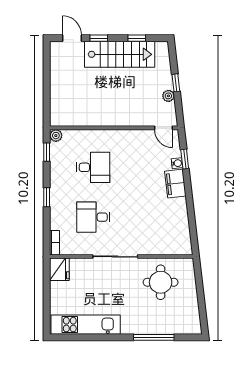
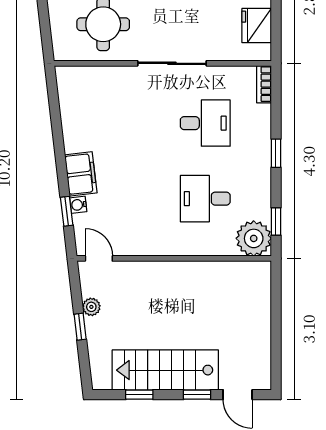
plant: (56, 136) -> (254, 238), width x1.88, depth x1.88
fridge: (59, 269) -> (257, 26), moved

